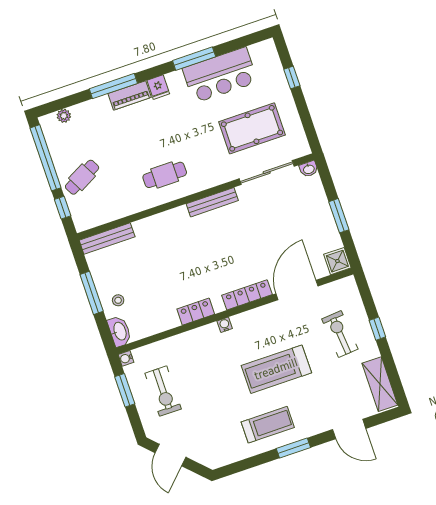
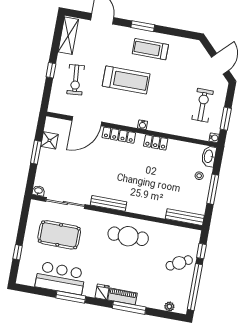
cafe table: (165, 175) -> (128, 236), width x1.37, depth x1.35
shower: (337, 261) -> (49, 140), moved

